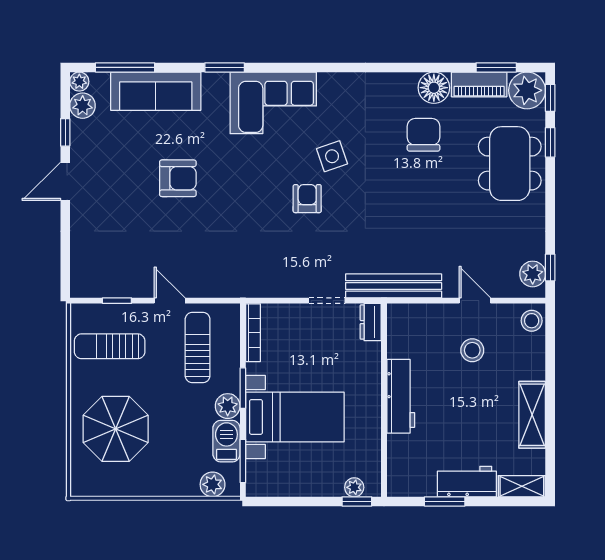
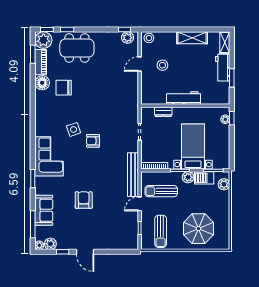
sofa: (156, 91) -> (44, 210), width x0.73
bench: (394, 286) -> (133, 175), moved
dresser: (371, 322) -> (163, 112), moved

